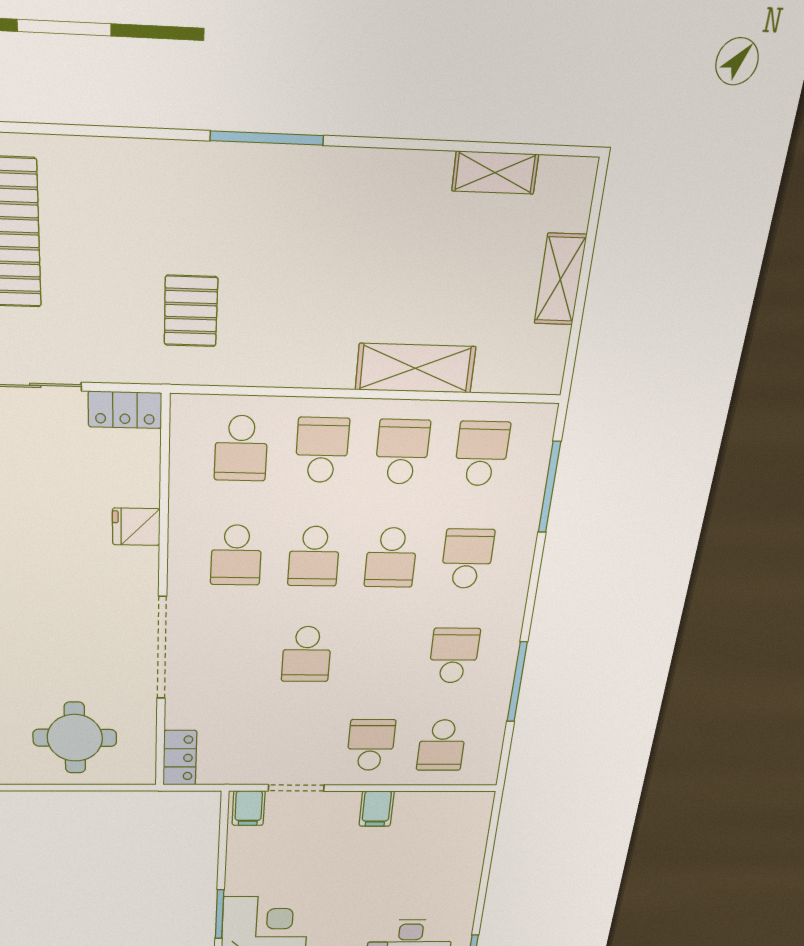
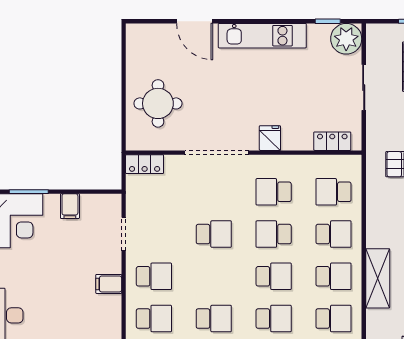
locker: (125, 410) -> (332, 141), moved, turned 90
fridge: (136, 527) -> (270, 138), moved
school desk: (391, 558) -> (274, 276), turned 180
school desk: (306, 654) -> (214, 234), turned 180
school desk: (442, 745) -> (154, 319), turned 180
filing cabinet: (249, 808) -> (70, 206), moved, turned -90

